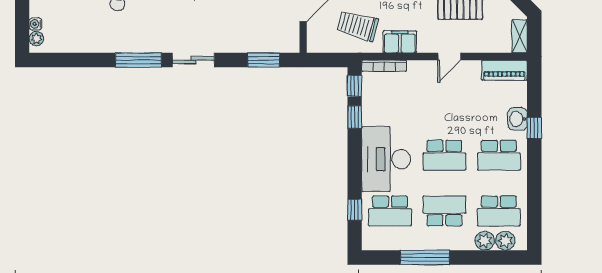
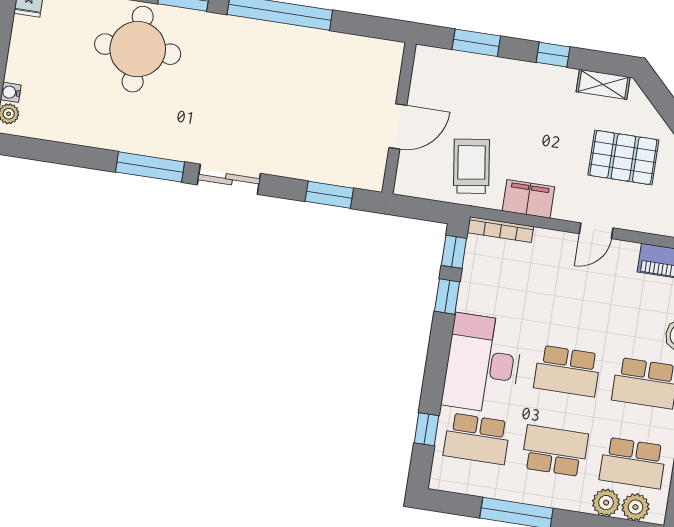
trolley: (357, 26) -> (471, 166), turned 67

